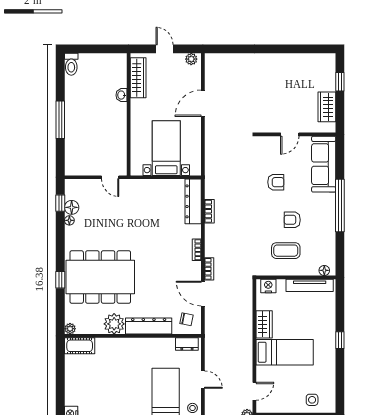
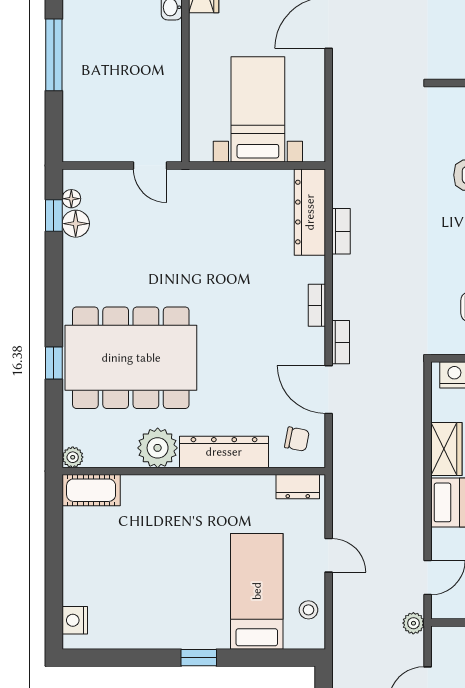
floor lamp: (69, 220) -> (71, 199), moved

